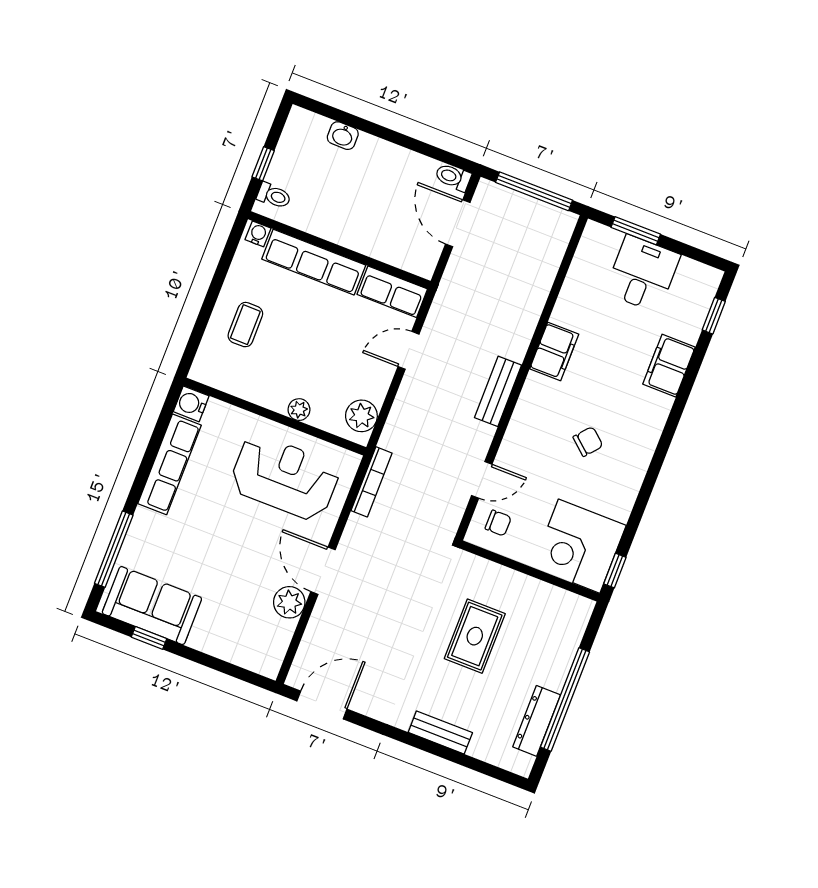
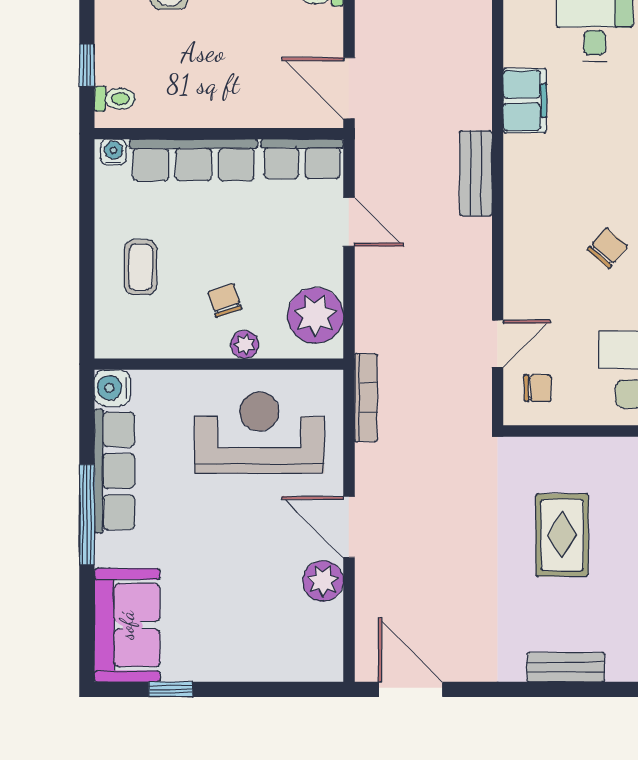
door: (458, 223) -> (349, 88), moved
door: (409, 350) -> (349, 222), swing flipped
filing cabinet: (554, 351) -> (525, 101), moved
chair: (297, 372) -> (225, 300), added
bench: (498, 391) -> (476, 173), moved
plant: (361, 416) -> (315, 315), width x1.36, depth x1.36
window: (114, 549) -> (87, 515), moved
sofa: (152, 606) -> (127, 625), moved, turned 90
door: (322, 705) -> (410, 689), hinge flipped

